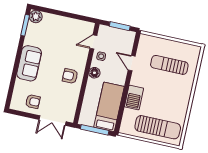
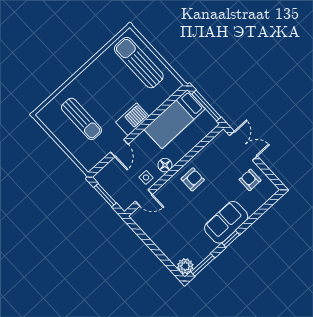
window: (19, 55) -> (231, 239), added
armchair: (70, 76) -> (193, 179), turned -90
barbecue: (134, 97) -> (132, 119), moved

